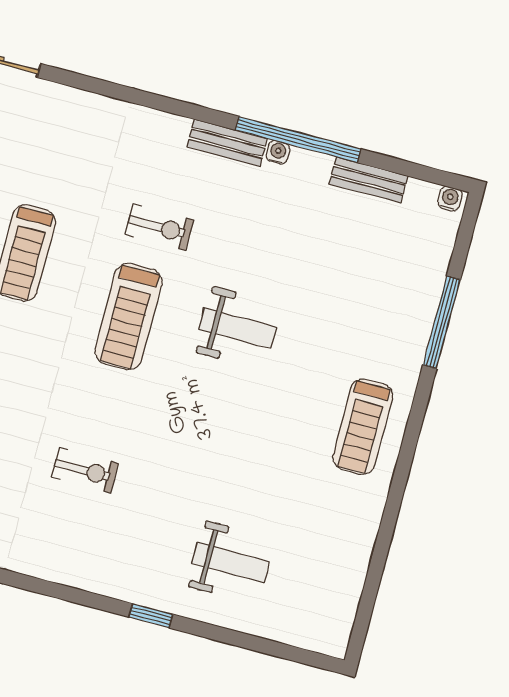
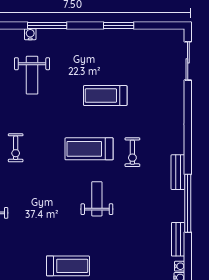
water cooler: (278, 152) -> (180, 266), moved
weight bench: (238, 328) -> (97, 199), turned 180
treadmill: (363, 427) -> (68, 266), turned 180

